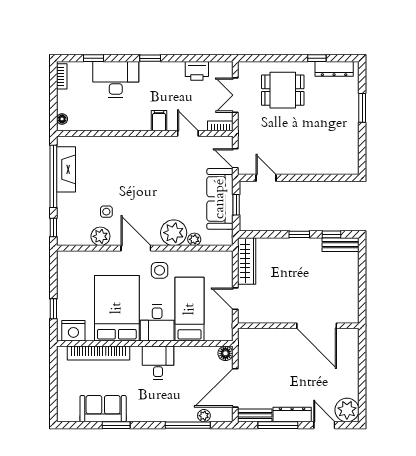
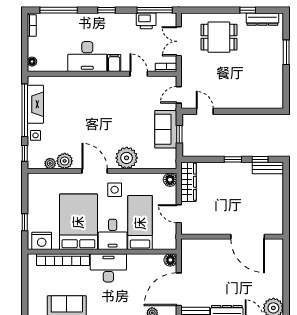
window: (93, 58) -> (59, 10), width x2.17
window: (207, 58) -> (155, 10), added
desk: (116, 79) -> (87, 57), moved, turned 180
door: (235, 158) -> (179, 95), hinge flipped
sofa: (220, 199) -> (166, 129), width x0.73
side table: (106, 212) -> (35, 135), moved
plant: (194, 239) -> (50, 163), moved
floor lamp: (225, 258) -> (170, 180), added
desk: (158, 363) -> (108, 268), width x1.37

